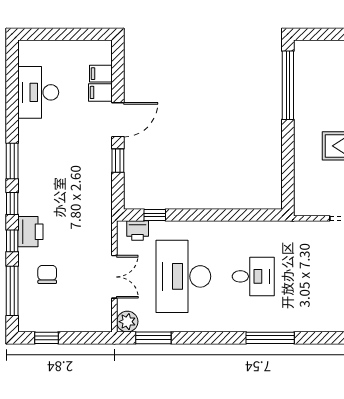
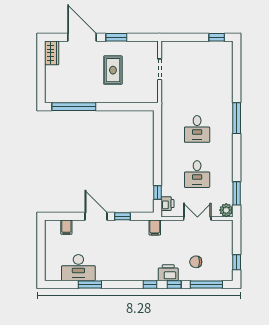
filing cabinet: (100, 92) -> (155, 228), moved
window: (12, 161) -> (90, 284), moved
desk: (183, 276) -> (197, 174), width x0.53, depth x0.77
desk: (253, 276) -> (197, 129), turned 180

